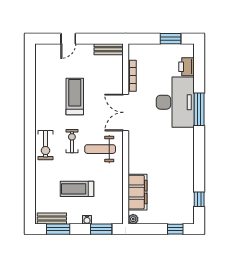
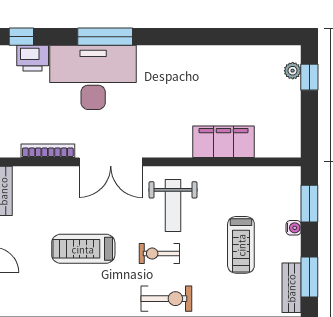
filing cabinet: (138, 192) -> (224, 142), moved
window: (199, 199) -> (21, 37), moved
plant: (133, 219) -> (293, 71), moved

